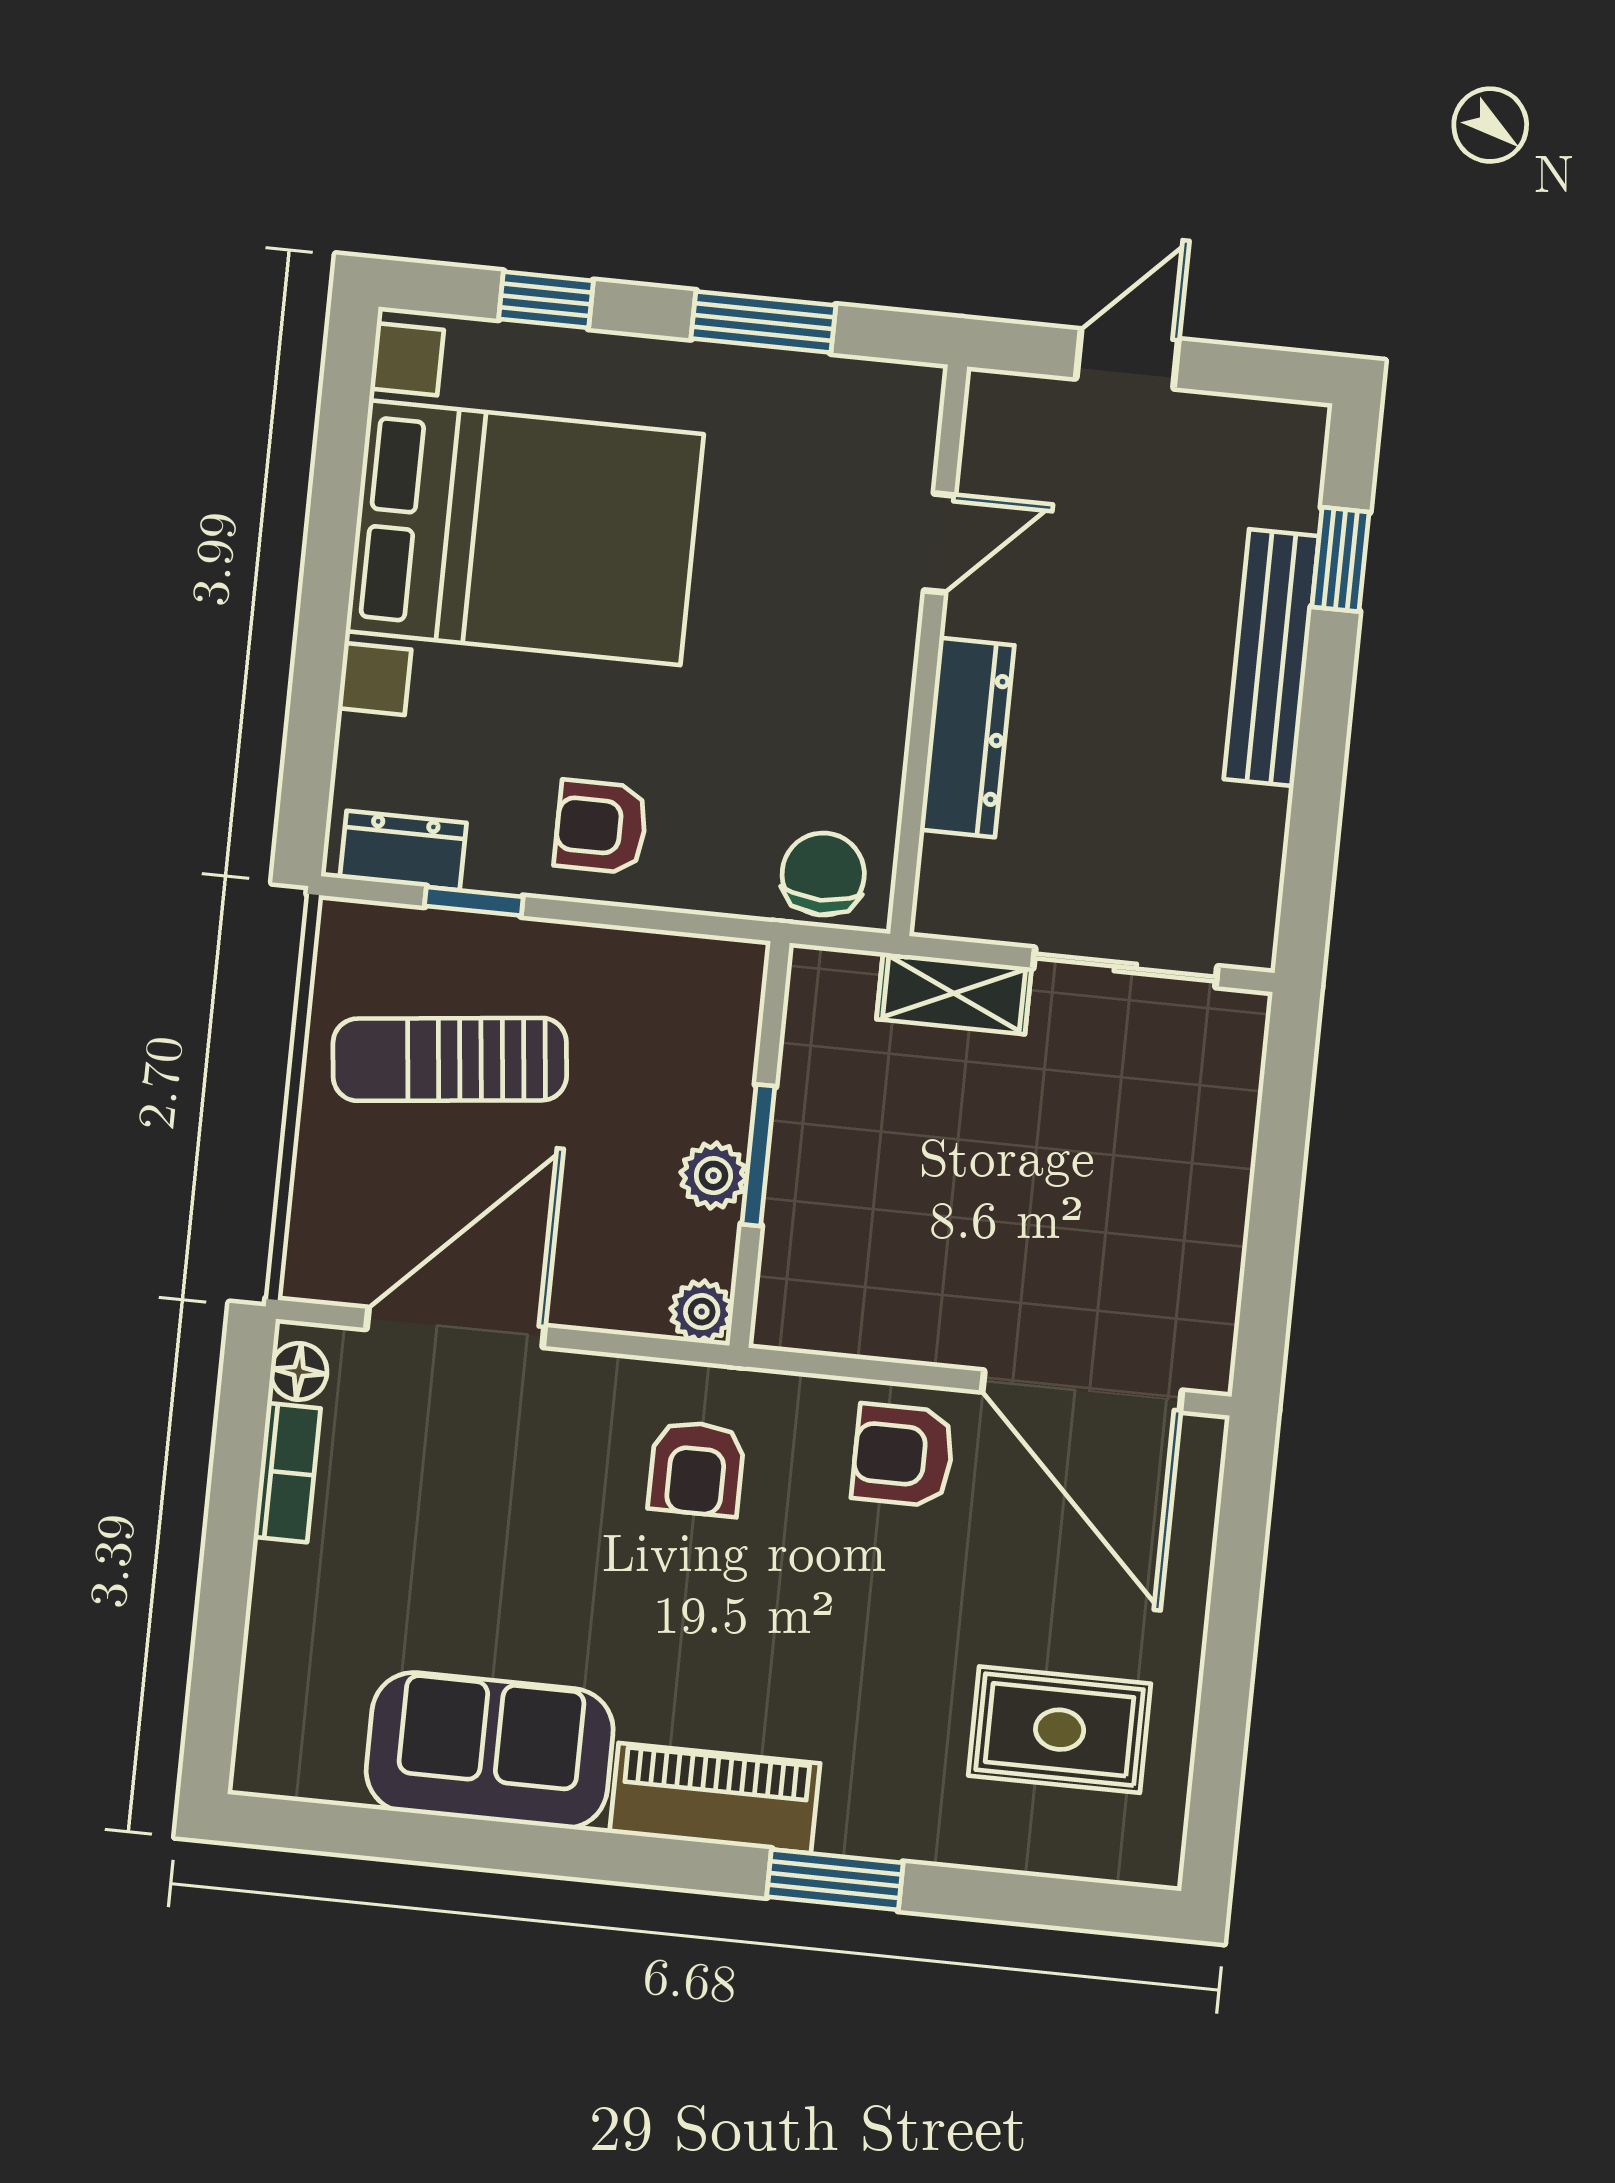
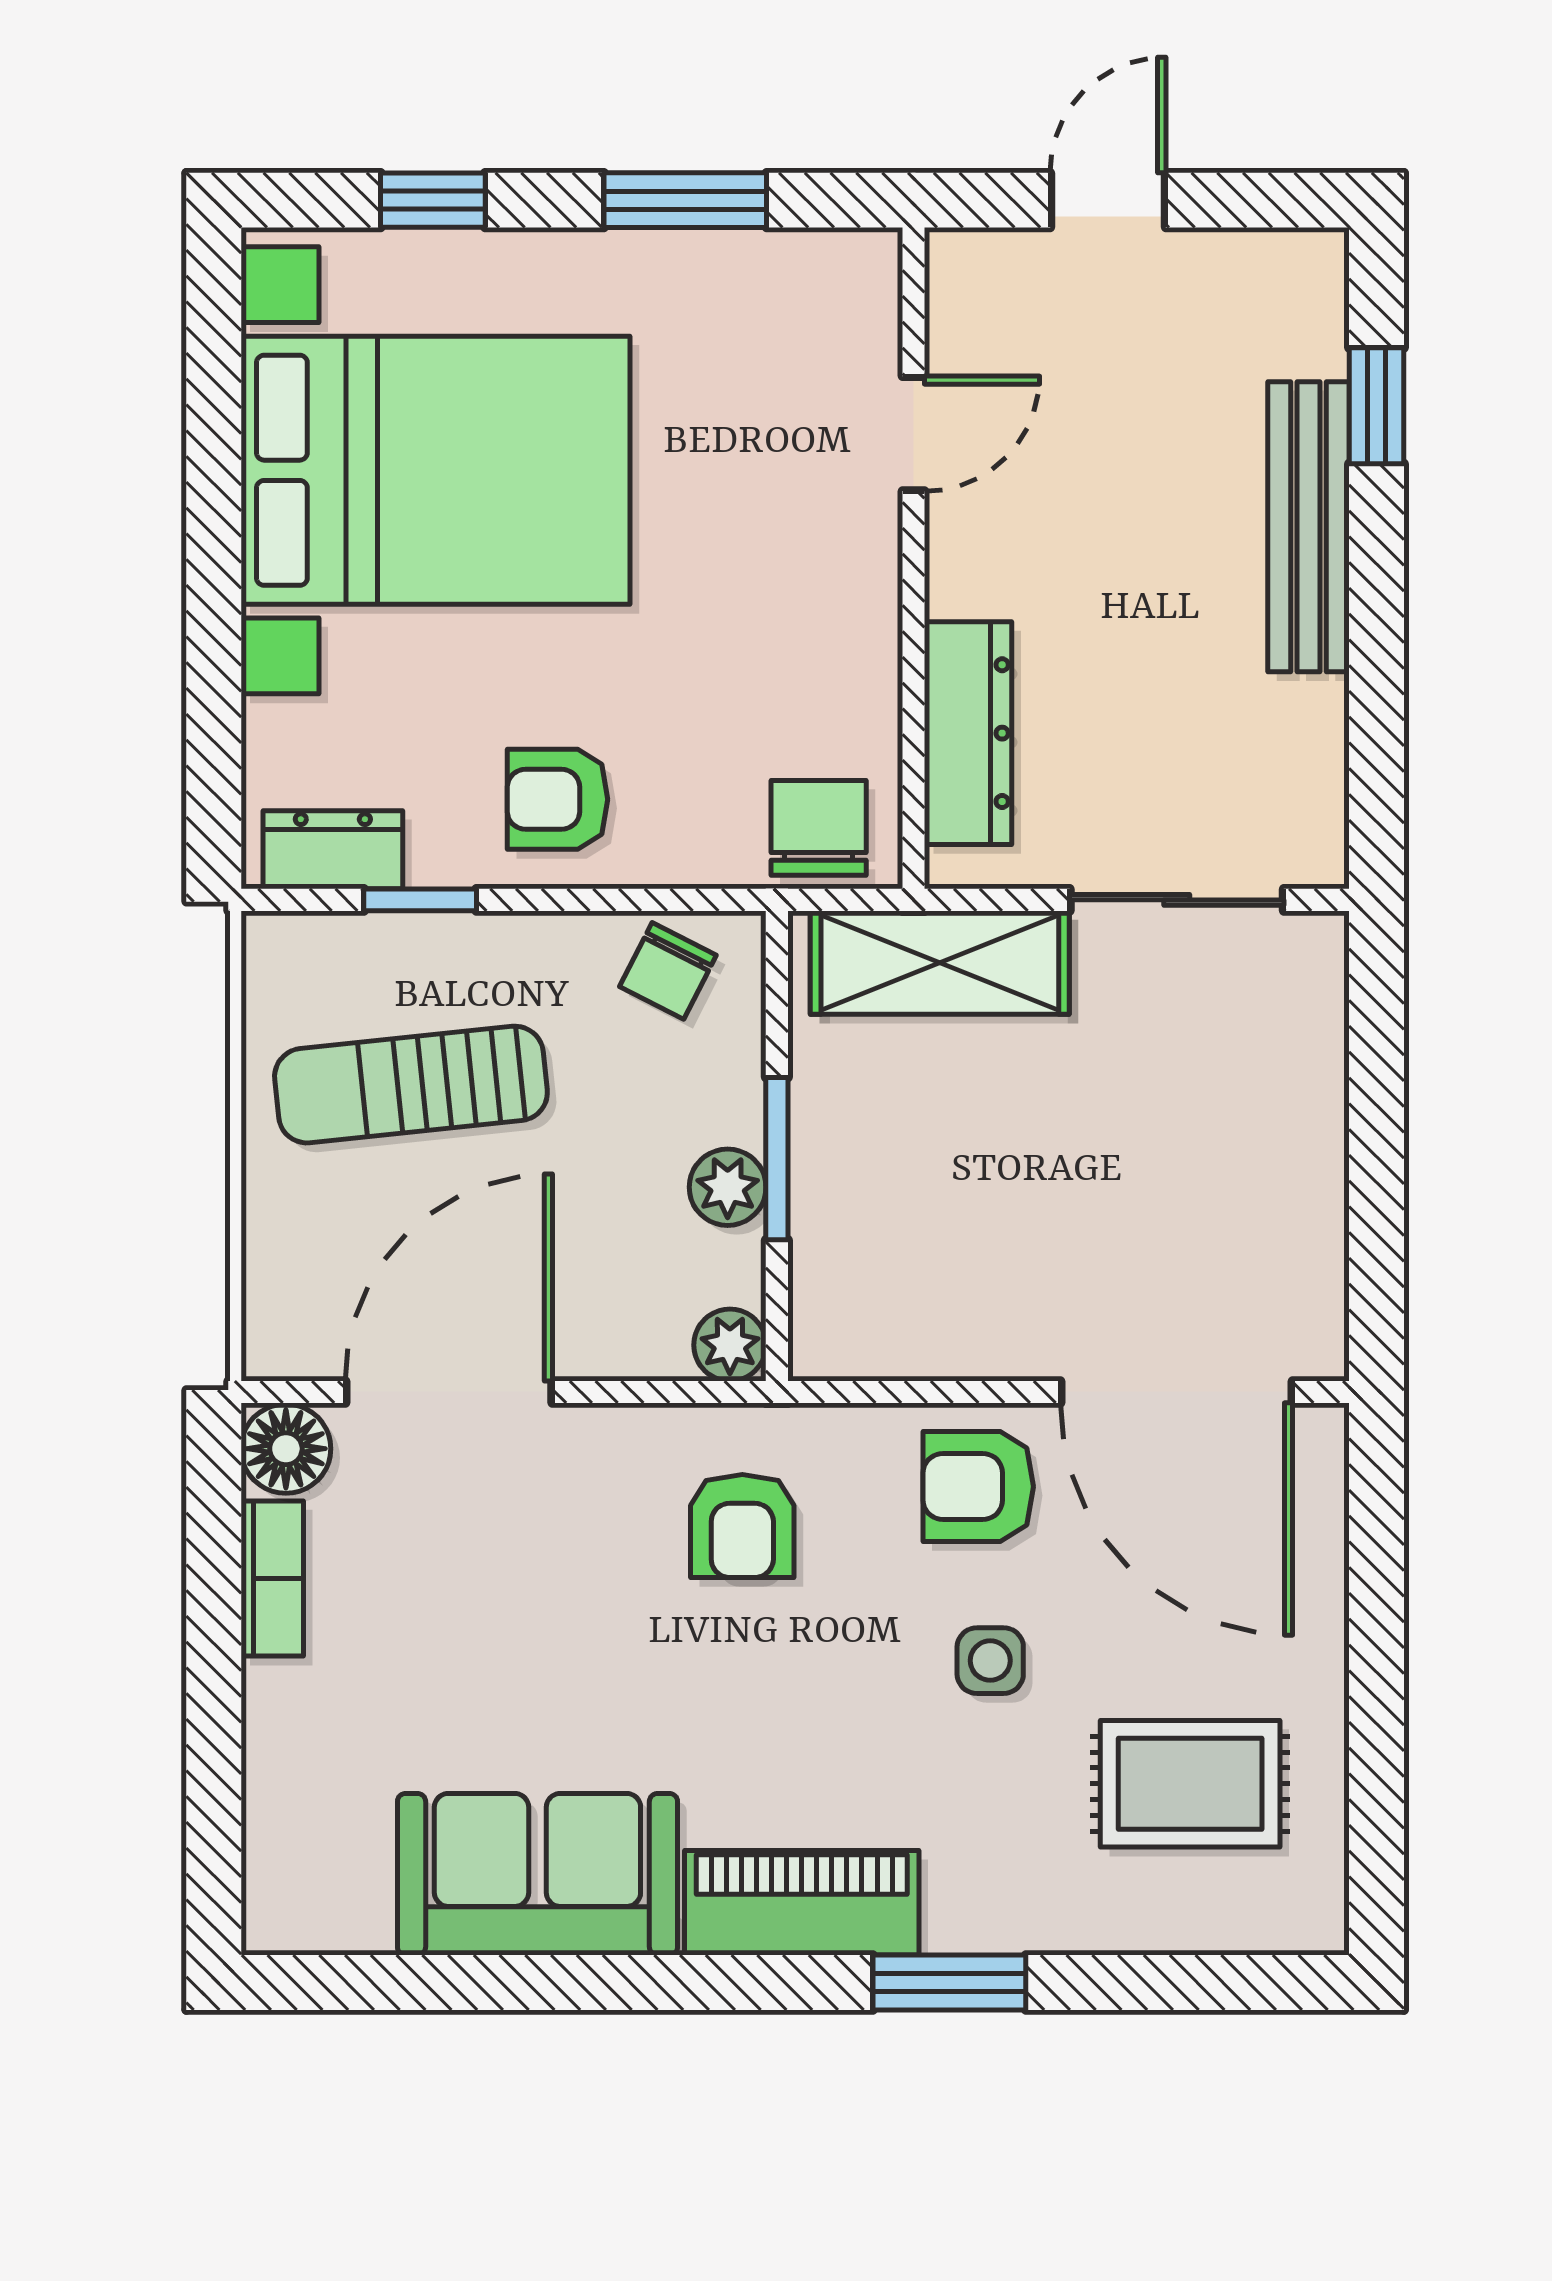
dresser: (967, 738) -> (968, 733), moved
chair: (681, 984) -> (668, 971), added
shelving: (954, 993) -> (940, 963), width x1.50, depth x1.33
floor lamp: (299, 1371) -> (286, 1449), width x1.37, depth x1.37
side table: (898, 1606) -> (990, 1661), added

